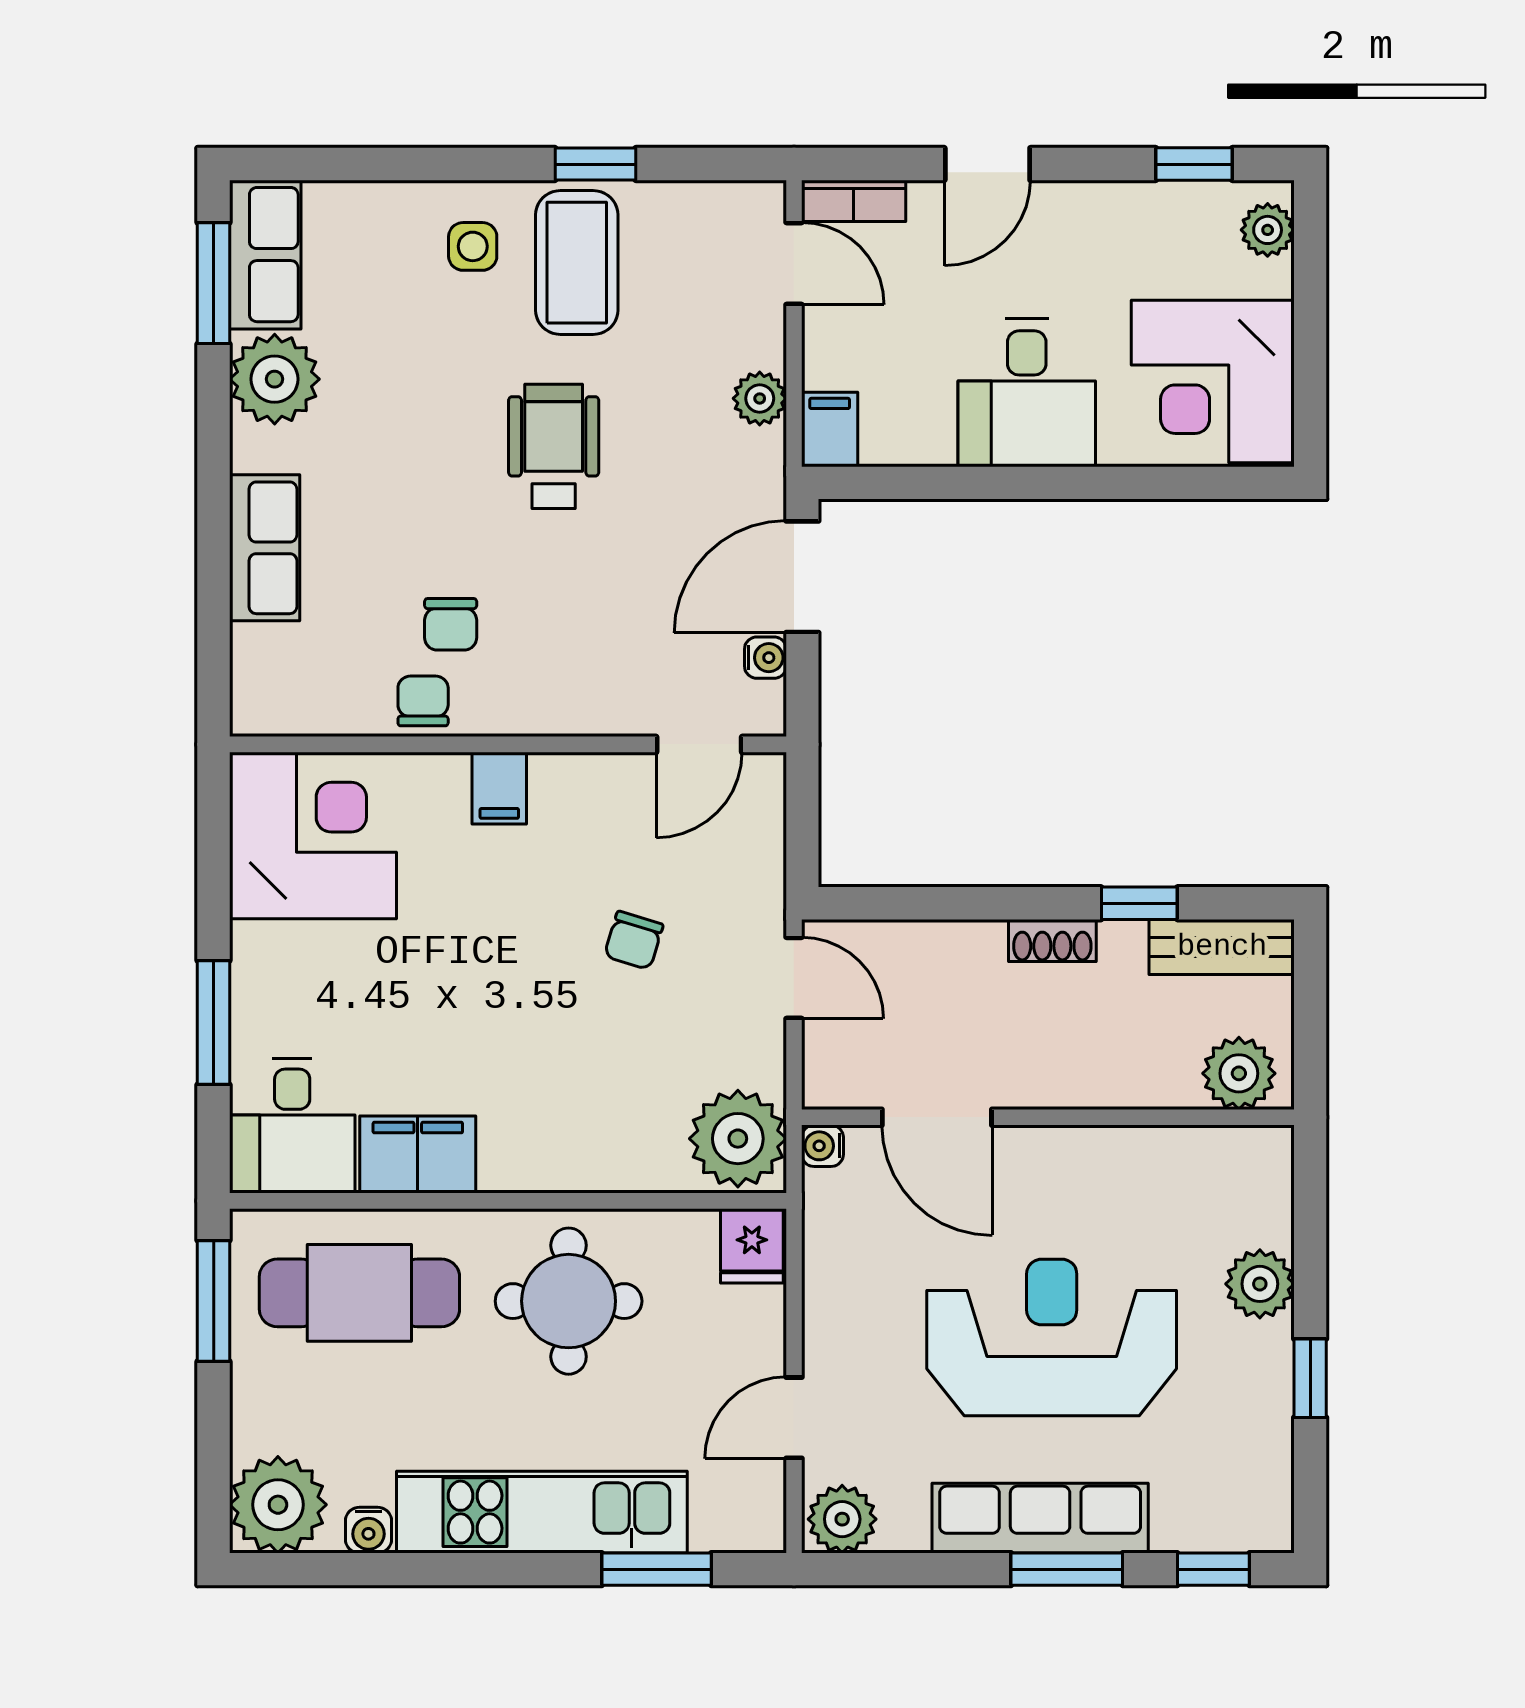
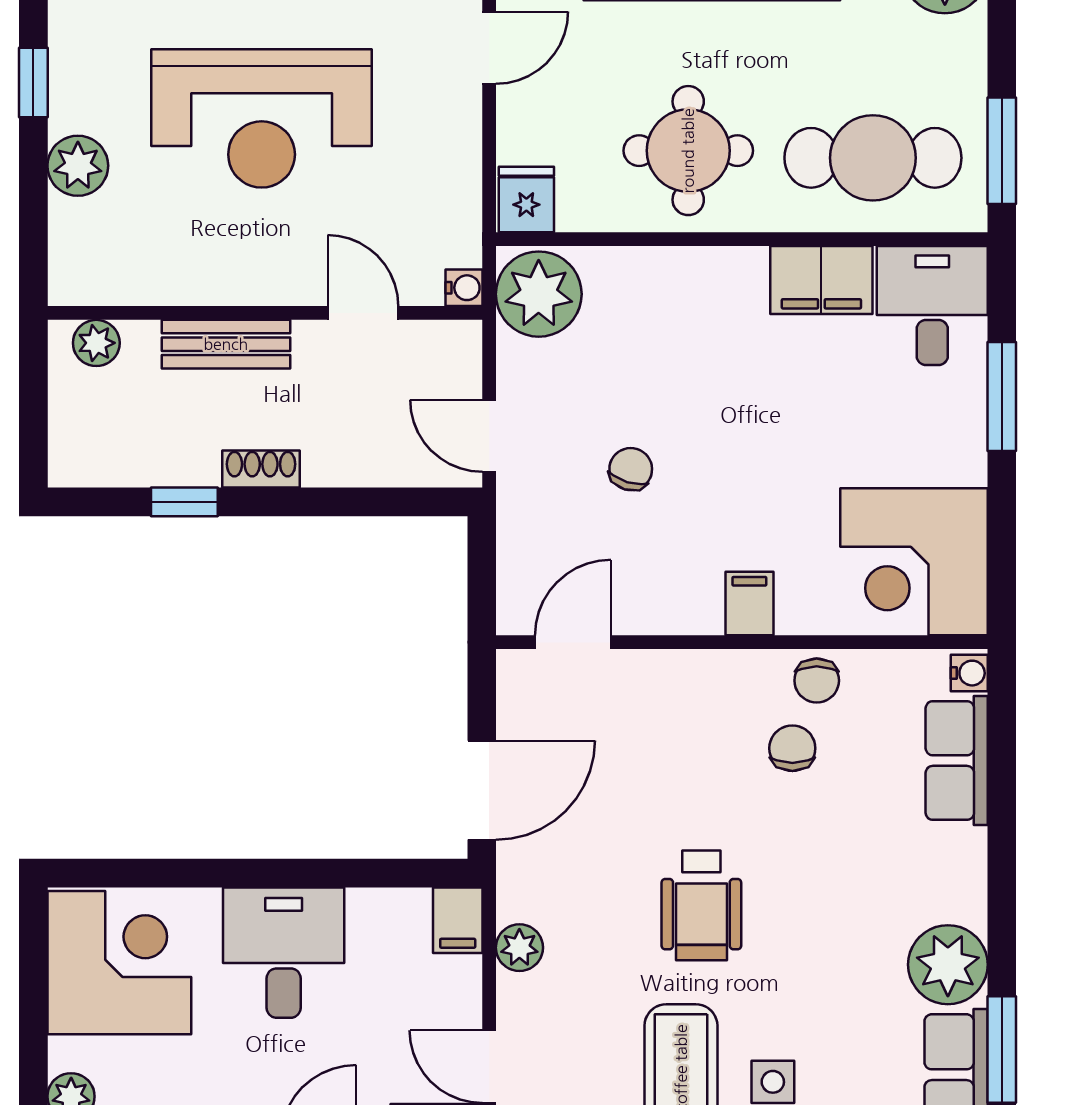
row of seats: (265, 548) -> (957, 761), moved
water cooler: (765, 658) -> (969, 673), moved, turned 180
bench: (1222, 947) -> (226, 344), moved
plant: (1239, 1073) -> (96, 343), width x0.73, depth x0.73
door: (937, 1117) -> (363, 313), width x0.73

